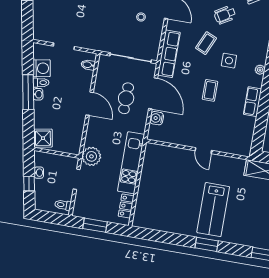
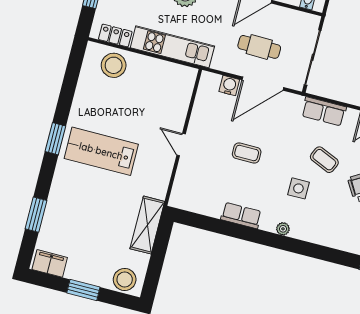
row of seats: (169, 54) -> (324, 111), width x0.68
coffee table: (210, 90) -> (247, 153), moved
door: (203, 151) -> (181, 145), hinge flipped
stool: (148, 206) -> (114, 65), added

